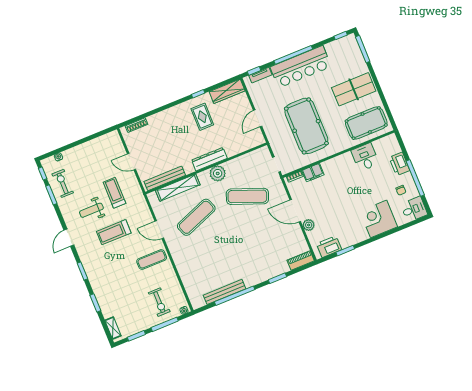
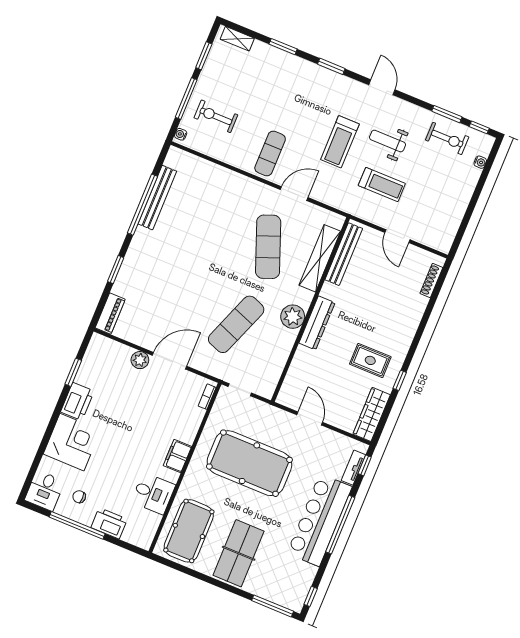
door: (131, 162) -> (397, 236), swing flipped
filing cabinet: (313, 173) -> (177, 456), moved
weight bench: (91, 210) -> (388, 141), turned -90
treadmill: (114, 232) -> (340, 142), turned 180
printer: (329, 247) -> (77, 401), moved

